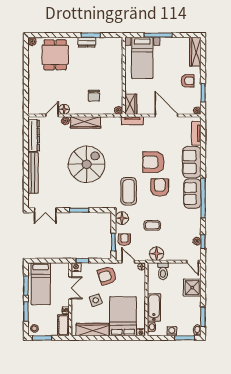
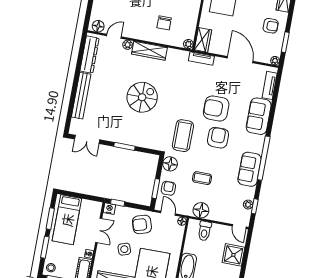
floor lamp: (64, 109) -> (98, 26), moved
spiral stairs: (87, 164) -> (142, 97), width x0.73, depth x0.73
sofa: (192, 194) -> (249, 169), moved

